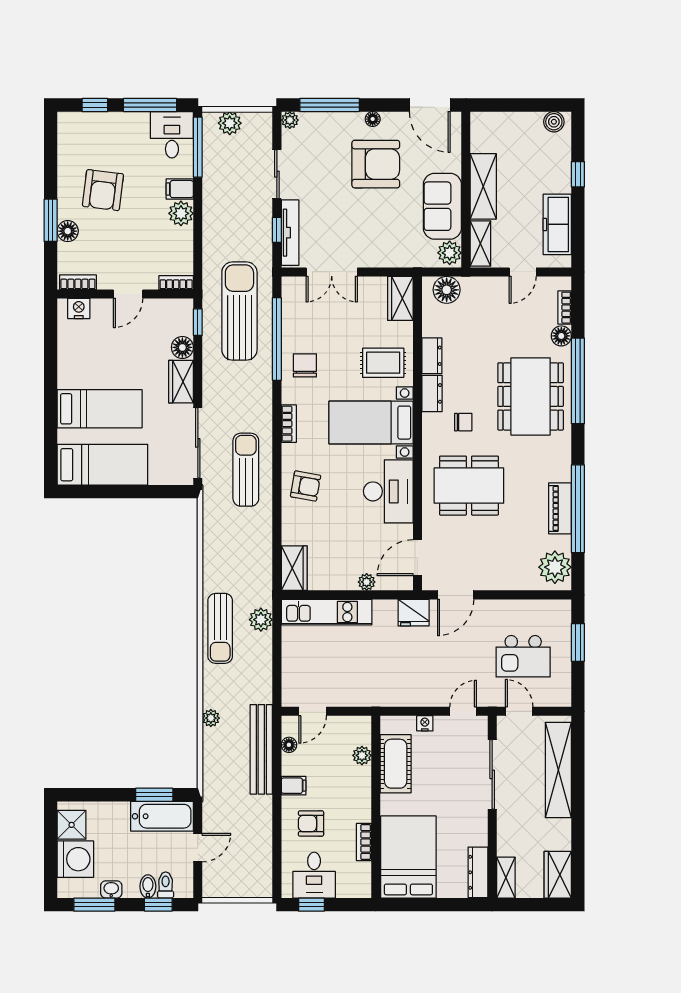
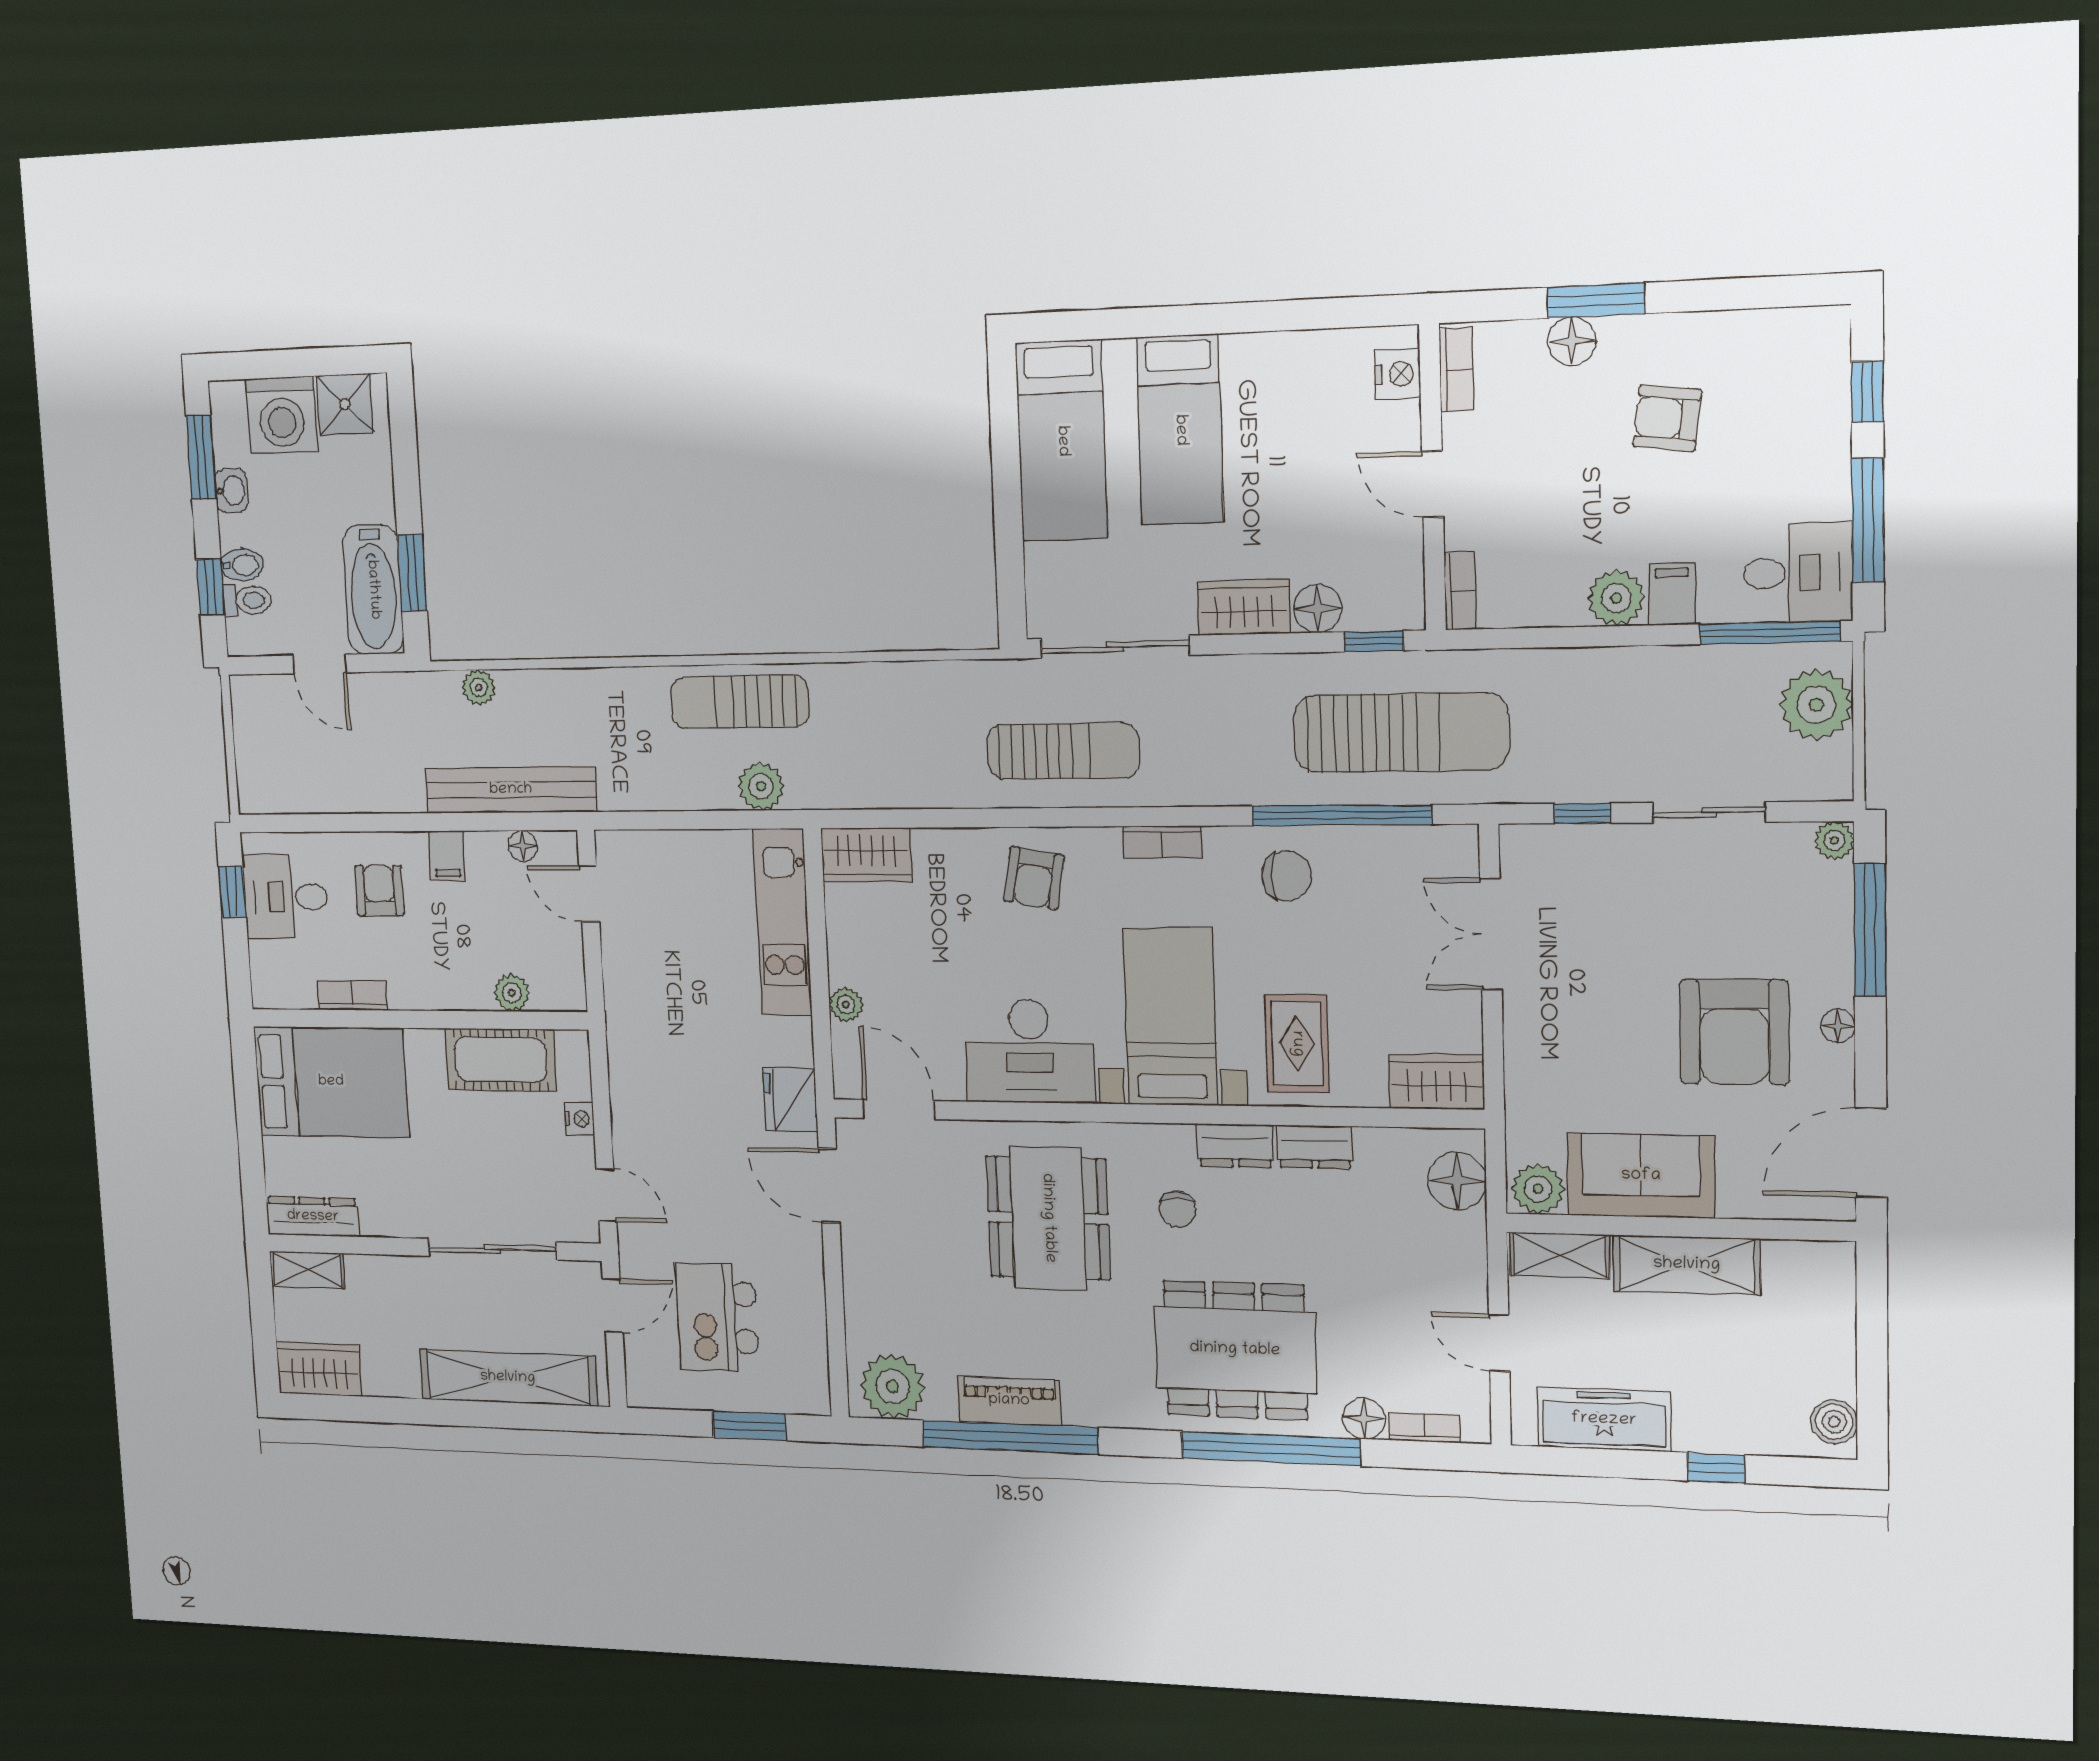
plant: (230, 123) -> (1816, 705), width x1.36, depth x1.36
armchair: (103, 190) -> (1667, 418), width x0.72, depth x0.72
tv unit: (290, 233) -> (1577, 843), removed
plant: (211, 718) -> (479, 687), moved

